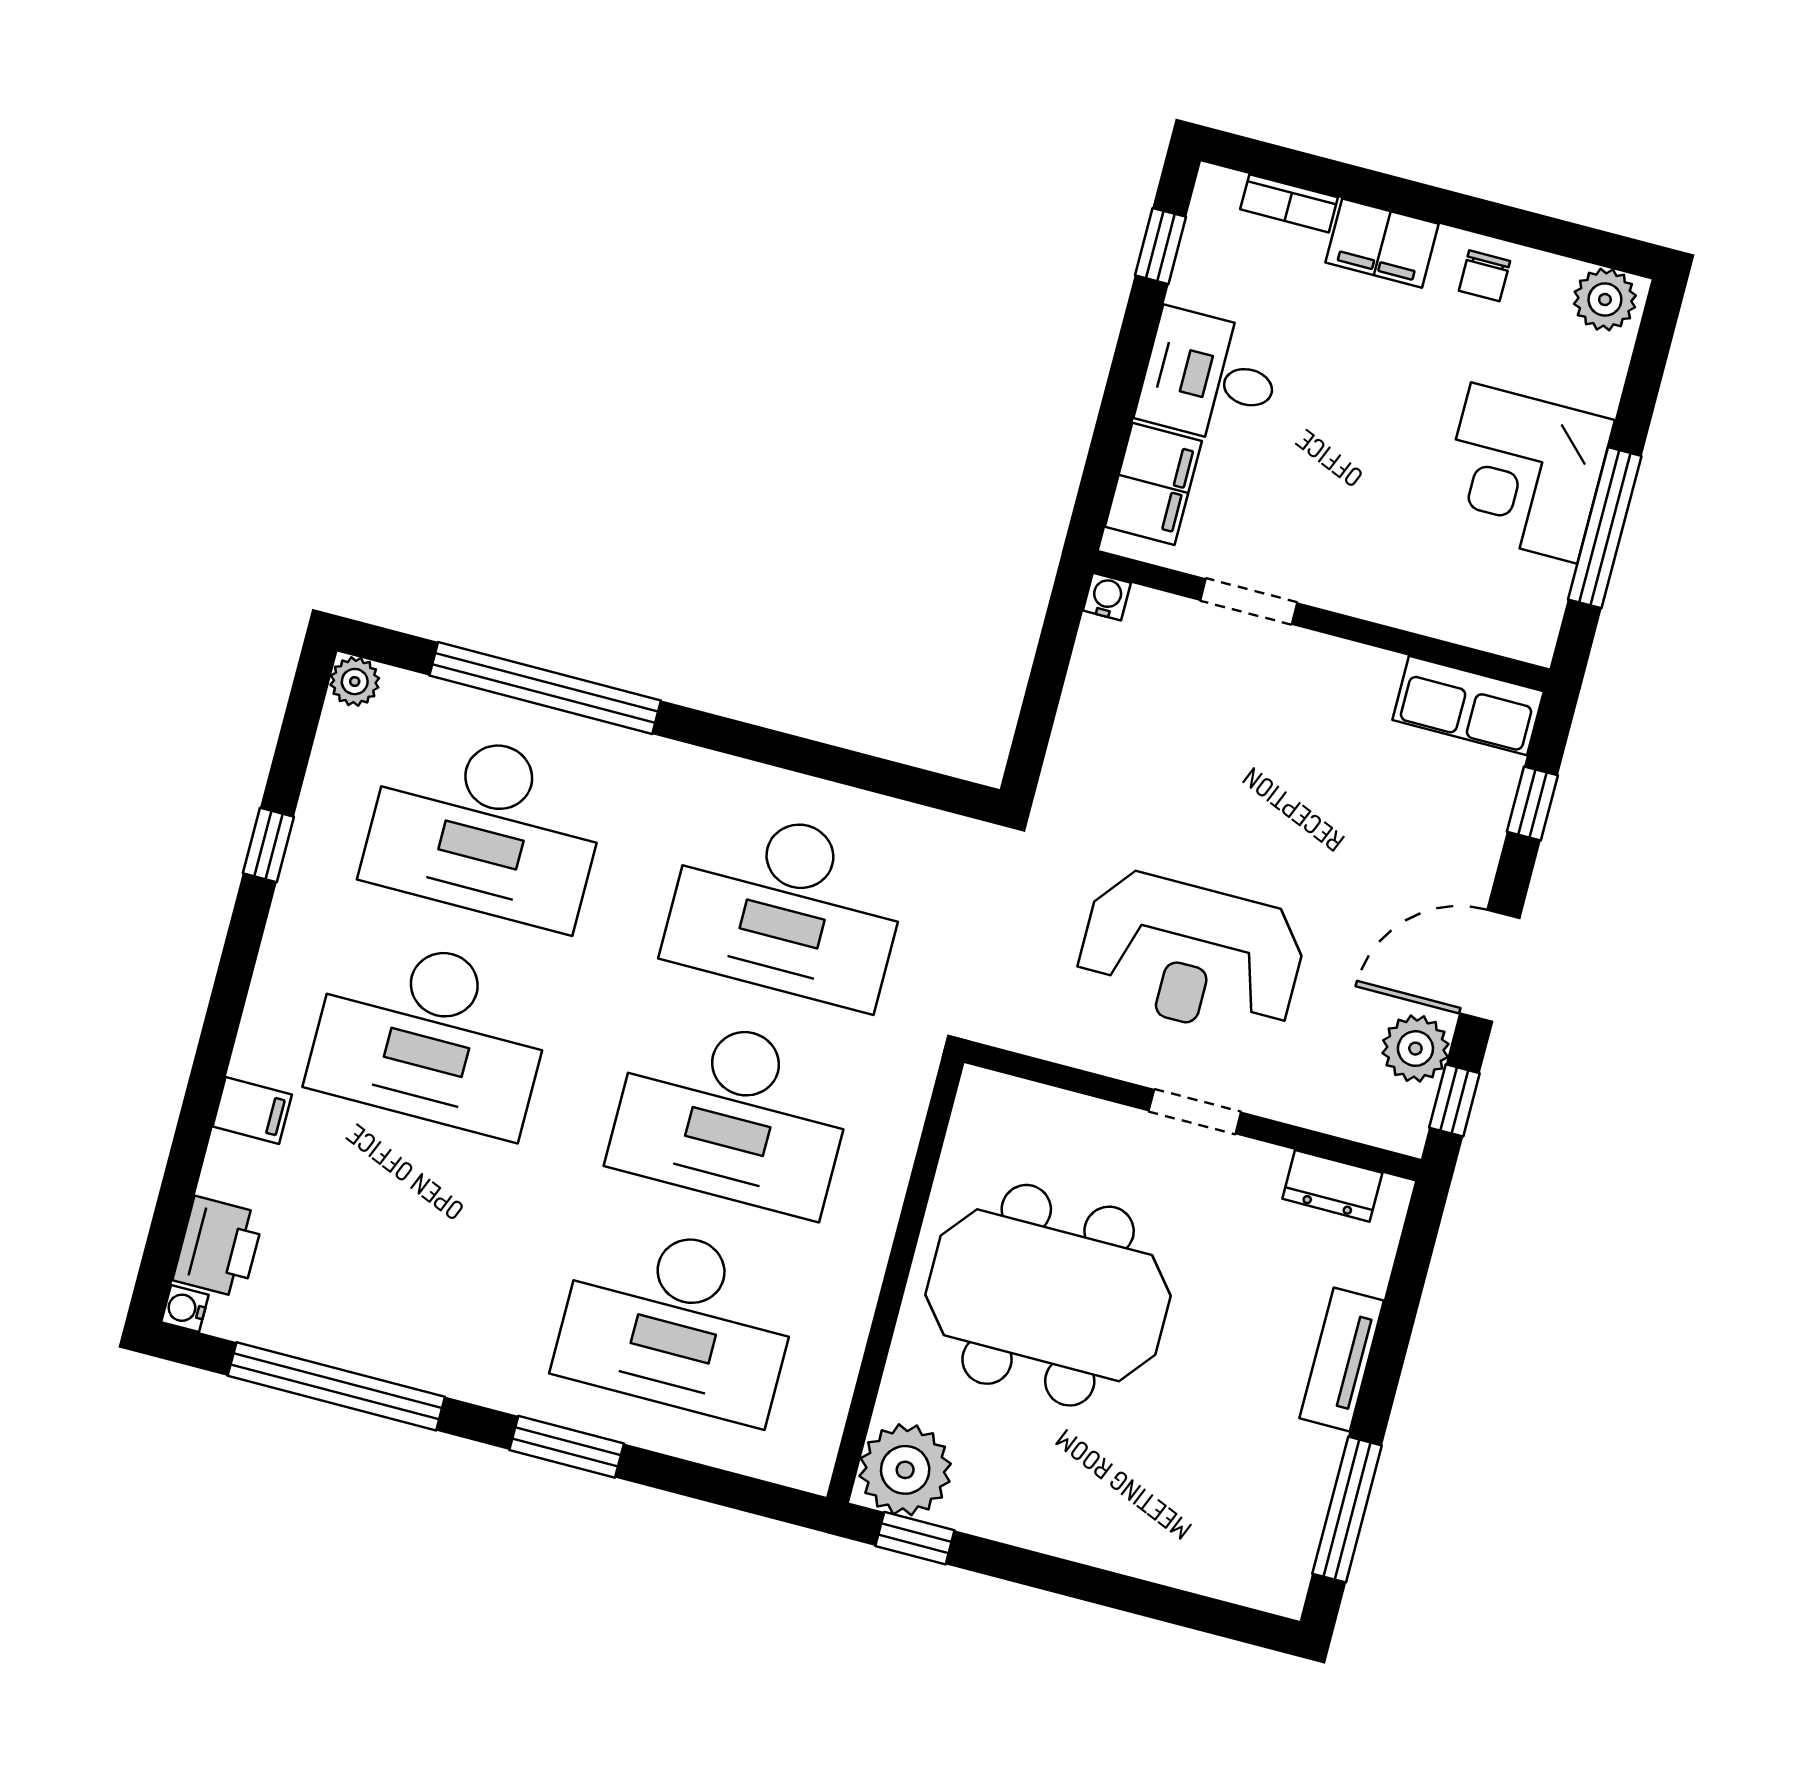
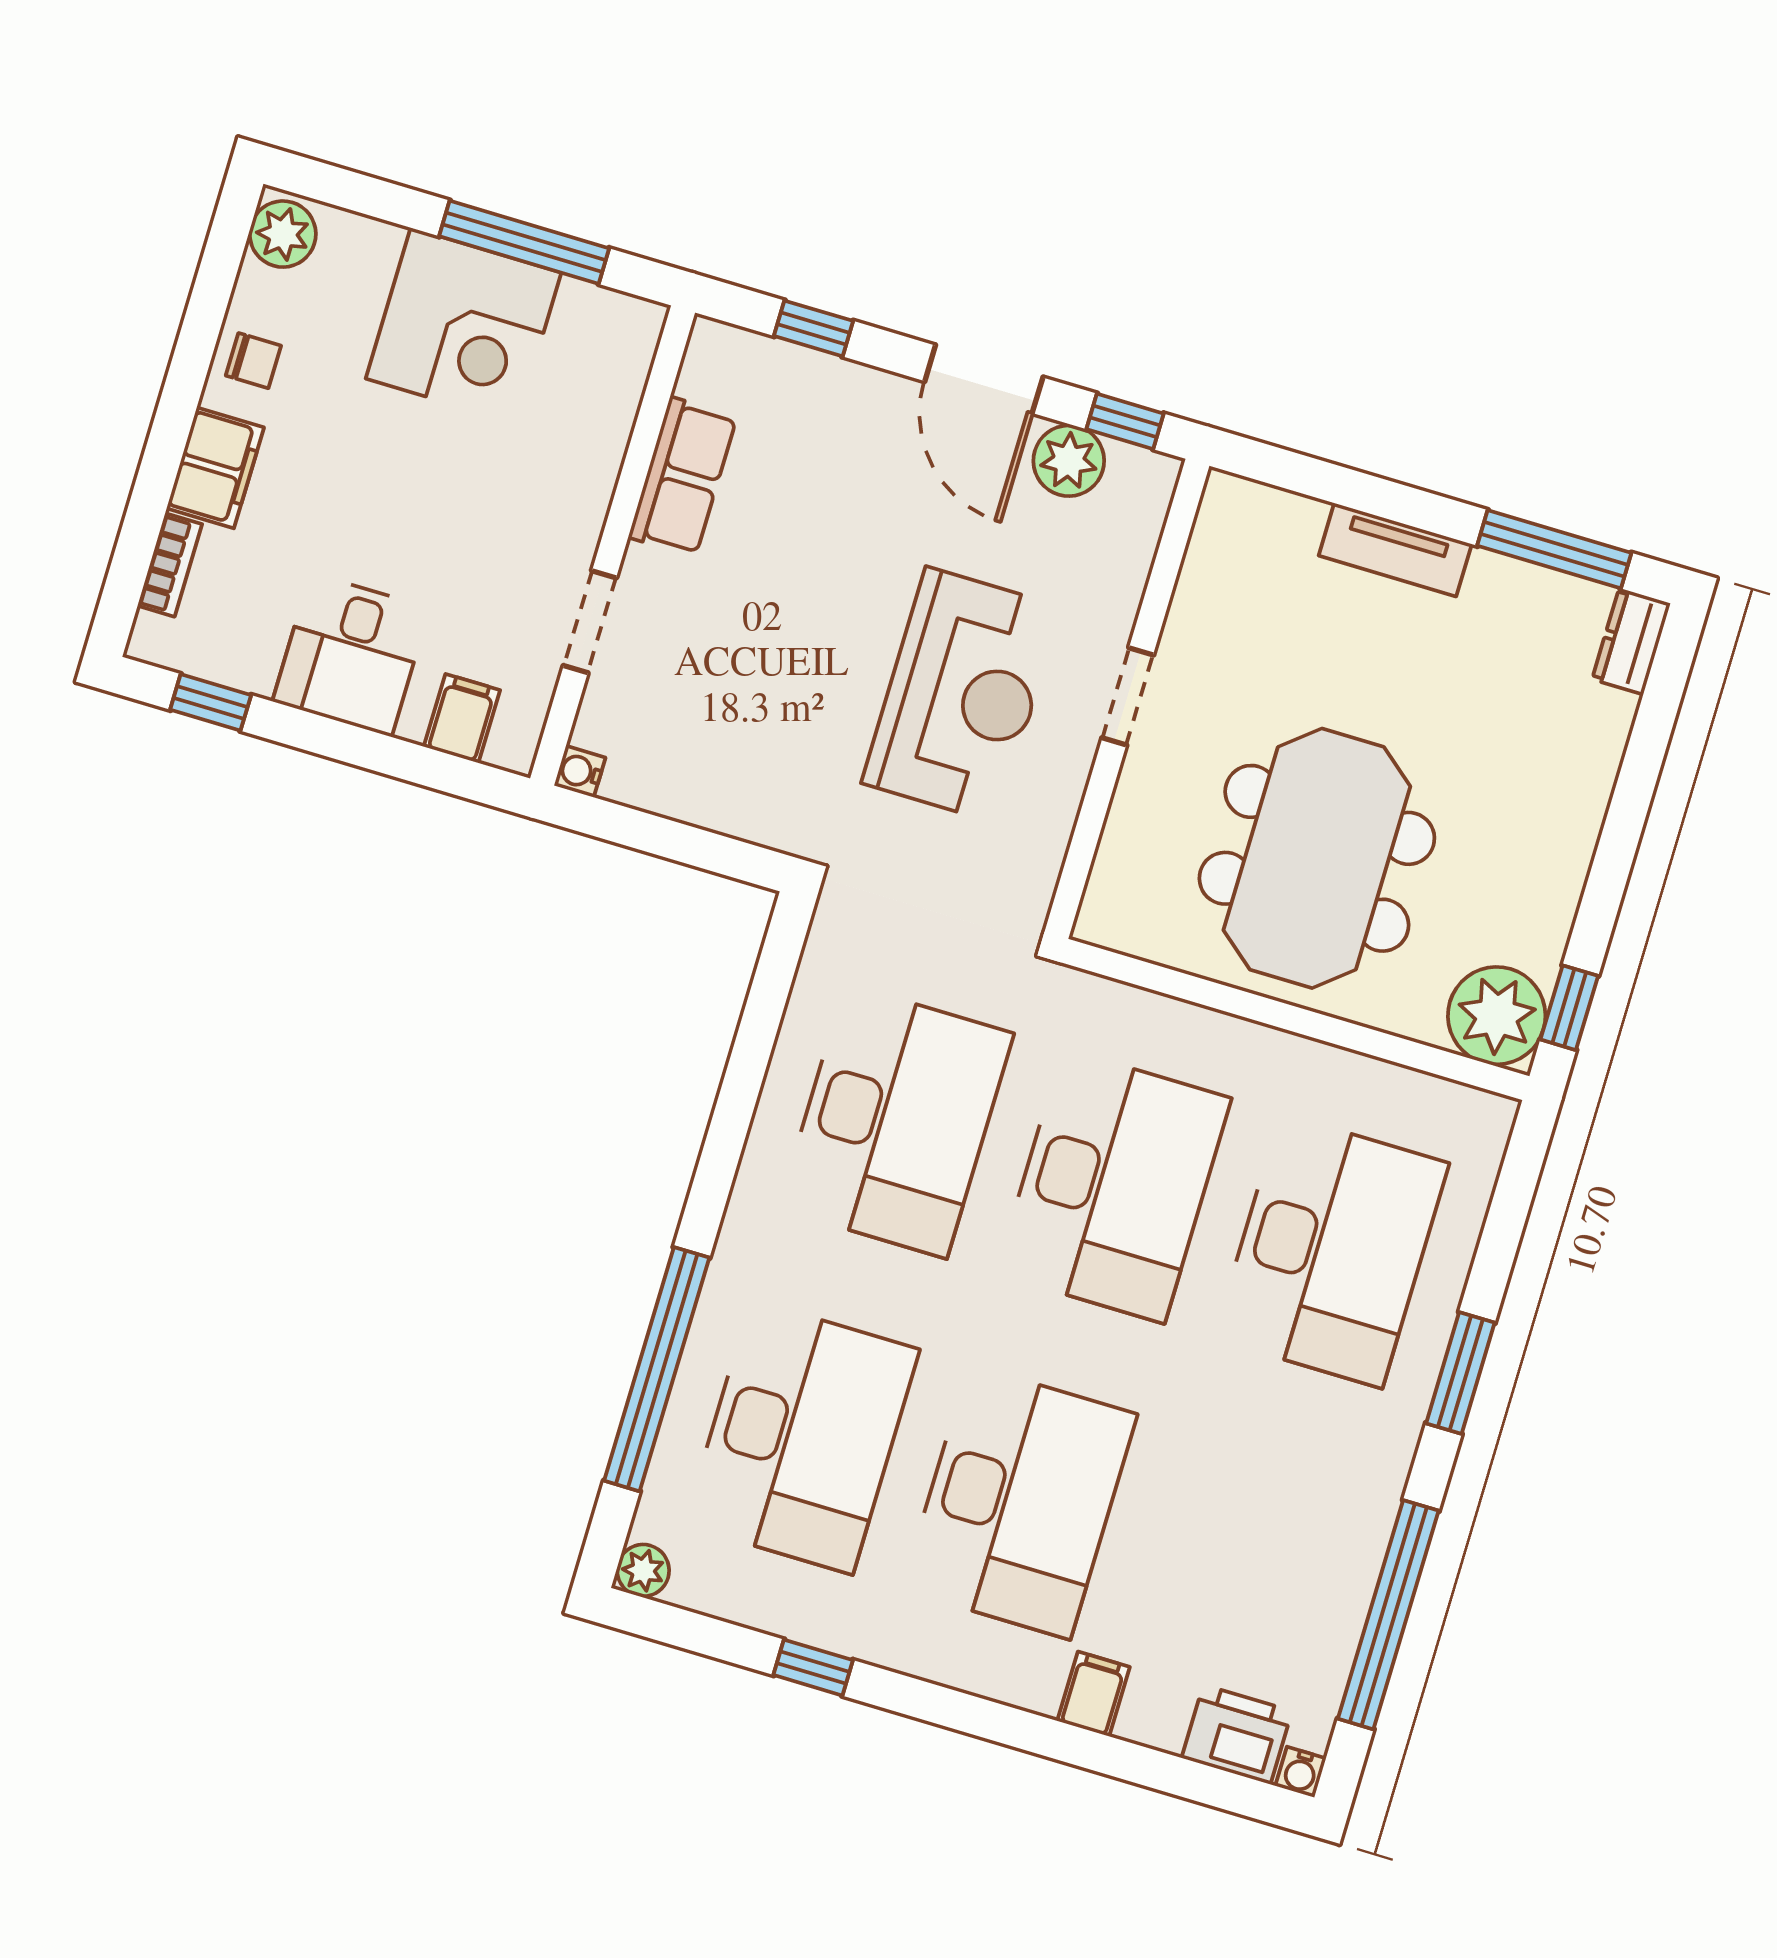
filing cabinet: (1153, 484) -> (462, 718), width x0.50
row of seats: (1468, 706) -> (683, 477), moved
dresser: (1332, 1186) -> (1631, 641), moved, turned 180

